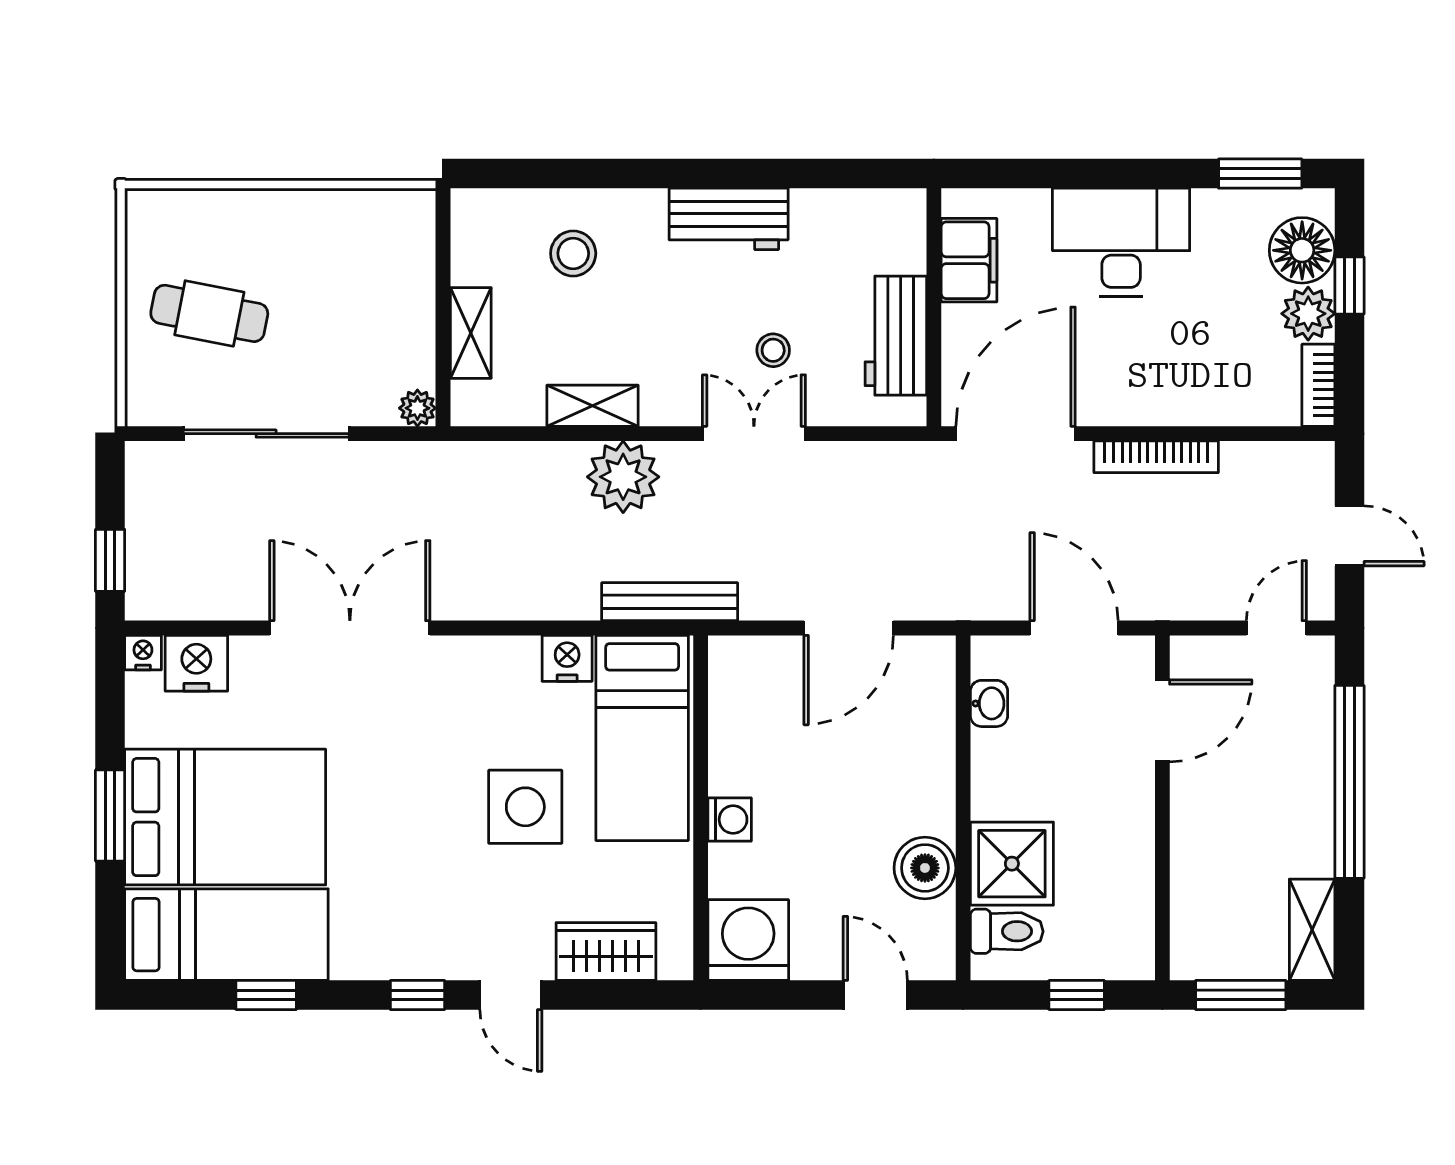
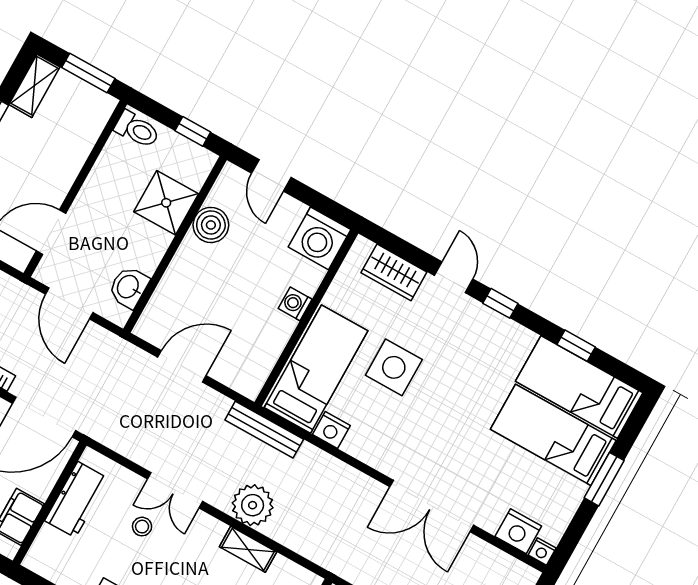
washbasin: (989, 703) -> (129, 287), width x1.38, depth x1.45
bed: (225, 817) -> (553, 435), width x0.67
toilet: (1007, 931) -> (137, 130), moved, turned 180
window: (1077, 995) -> (193, 131), moved

